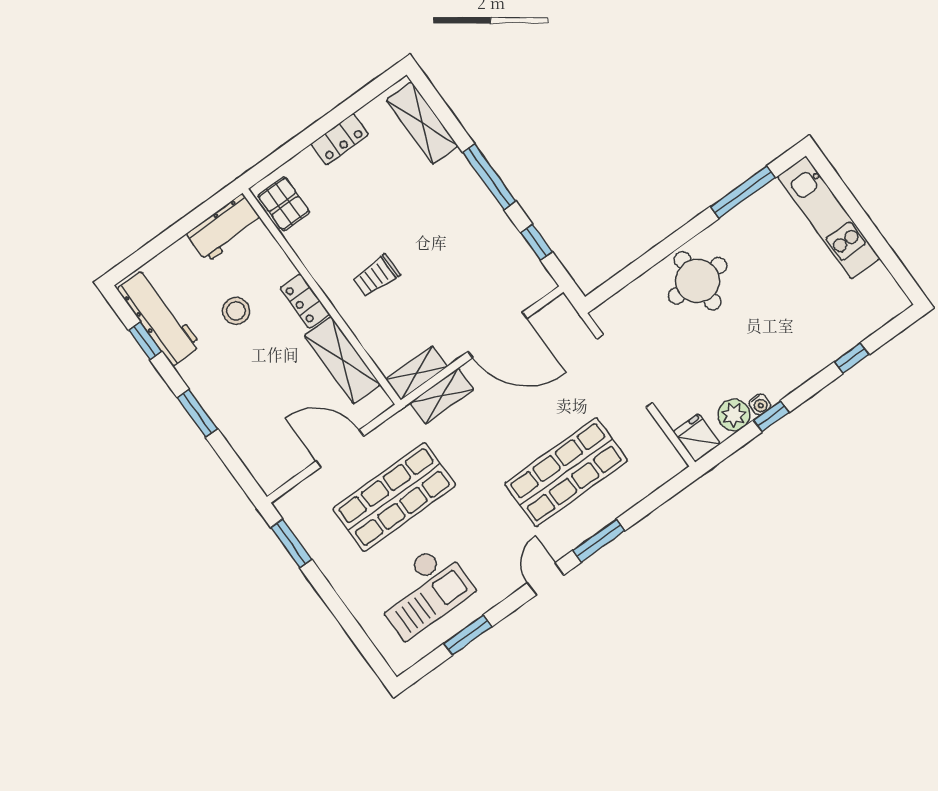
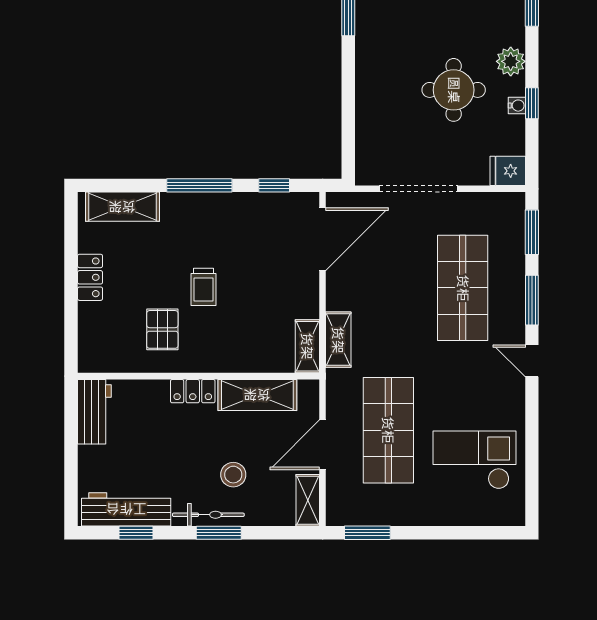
pallet: (284, 204) -> (162, 329), moved, turned 90
trolley: (376, 276) -> (203, 287), moved
round table: (697, 281) -> (454, 90), moved
stool: (236, 311) -> (233, 475), moved
door: (497, 335) -> (323, 239), moved
bicycle: (206, 393) -> (208, 515), added
plant: (734, 415) -> (511, 61), moved
shelving: (282, 471) -> (308, 500), added
checkout: (423, 591) -> (475, 460), turned -90
window: (468, 635) -> (532, 232), moved

